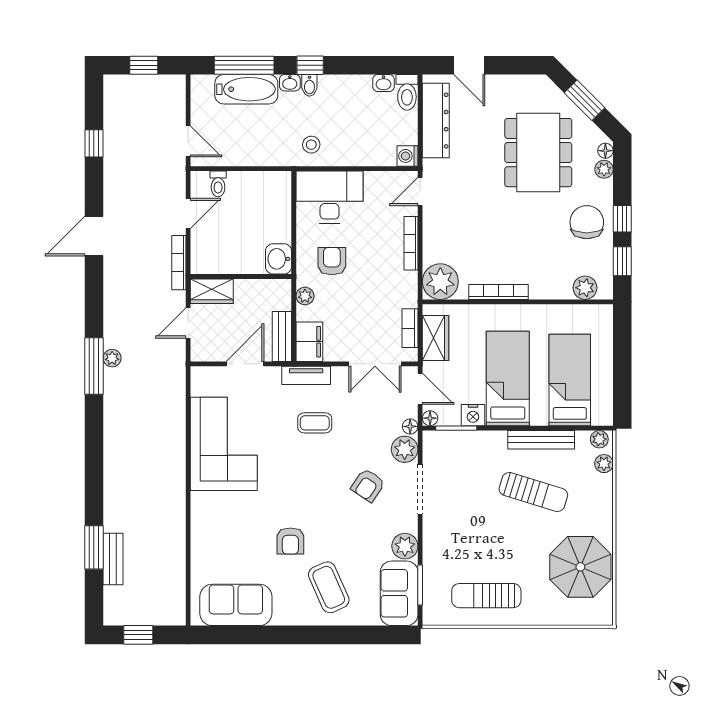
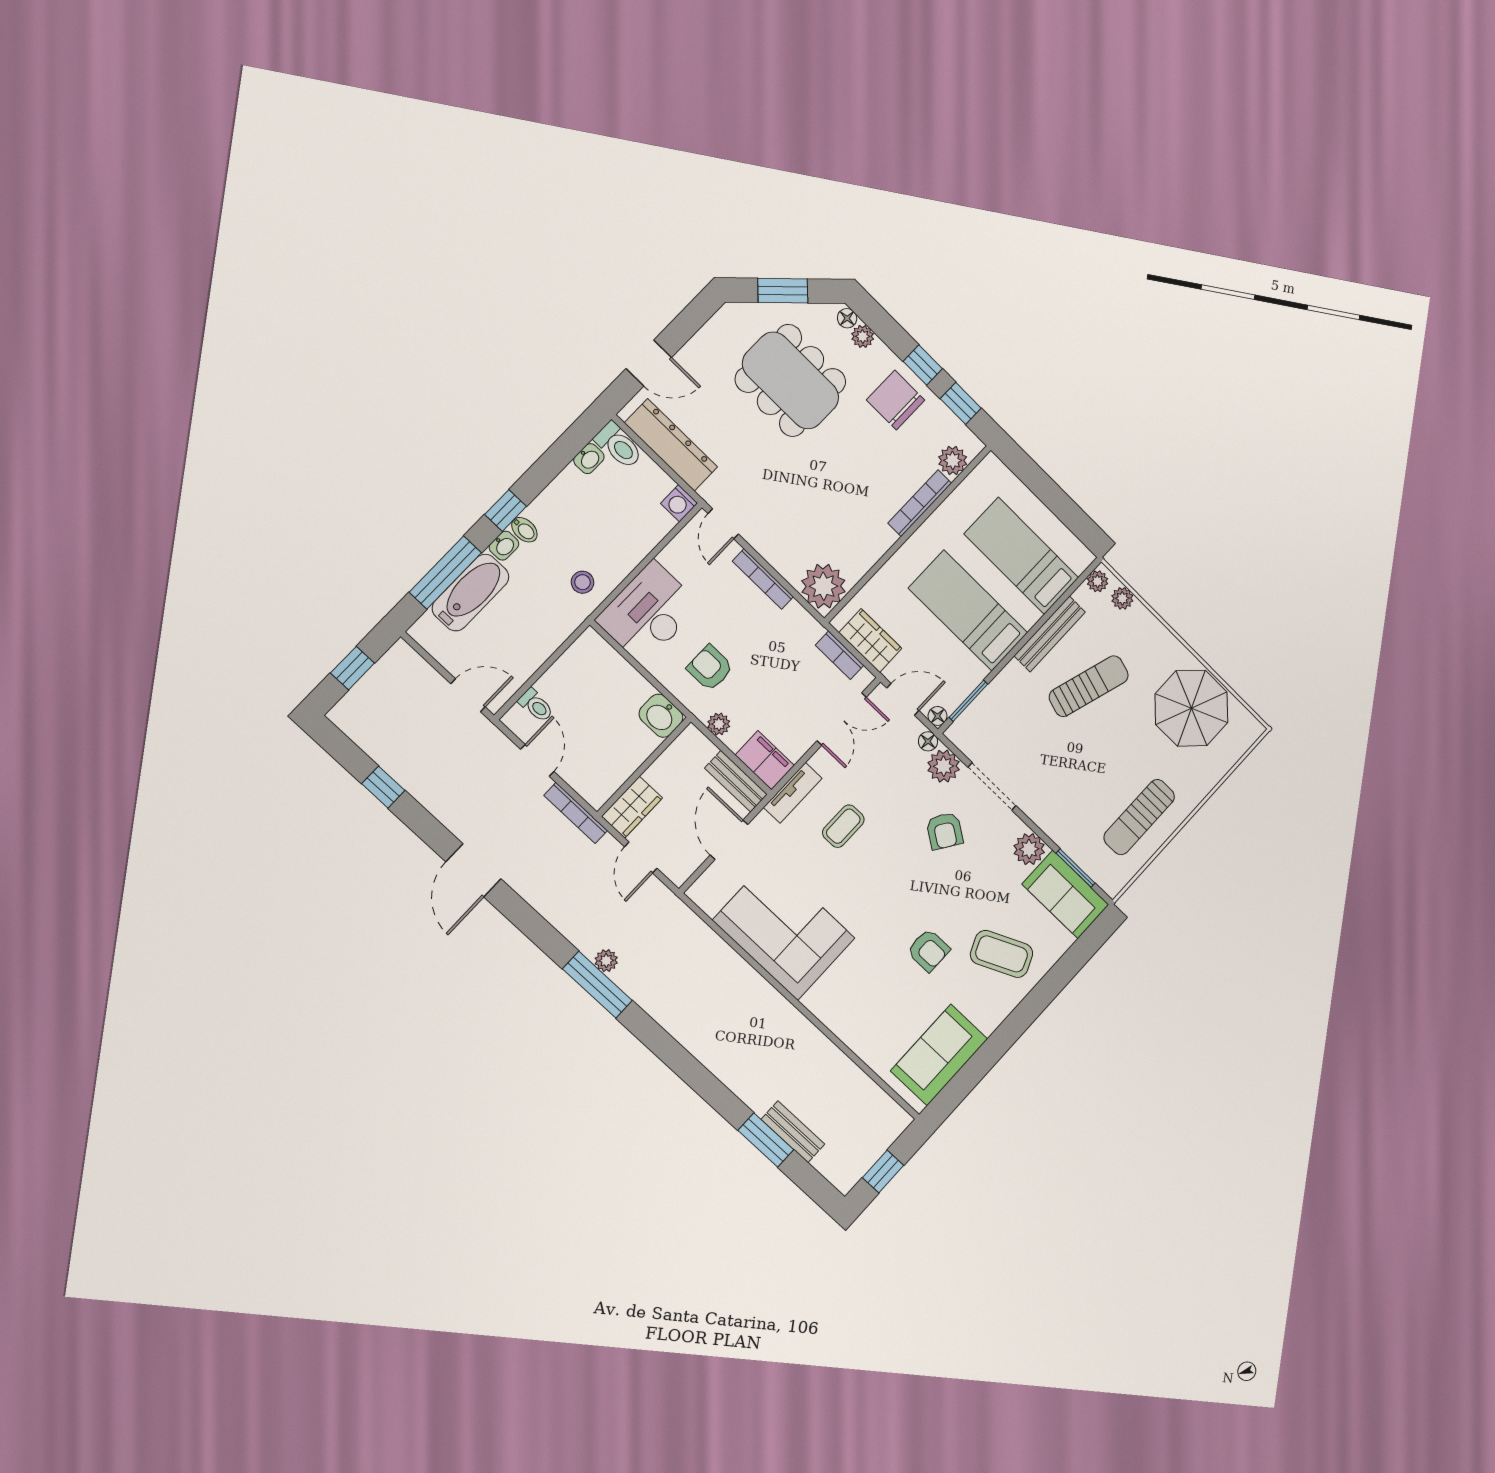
bookcase: (499, 292) -> (920, 503), moved
nightstand: (473, 415) -> (971, 674), removed

